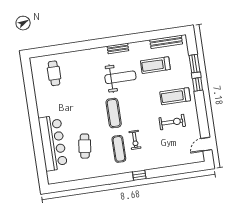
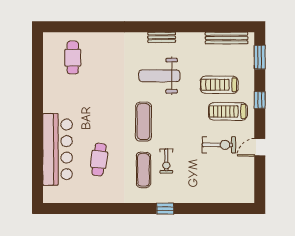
window: (194, 64) -> (260, 57), moved
treadmill: (155, 65) -> (219, 85), moved
weight bench: (120, 77) -> (159, 76), turned 180
door: (206, 144) -> (260, 147), moved

